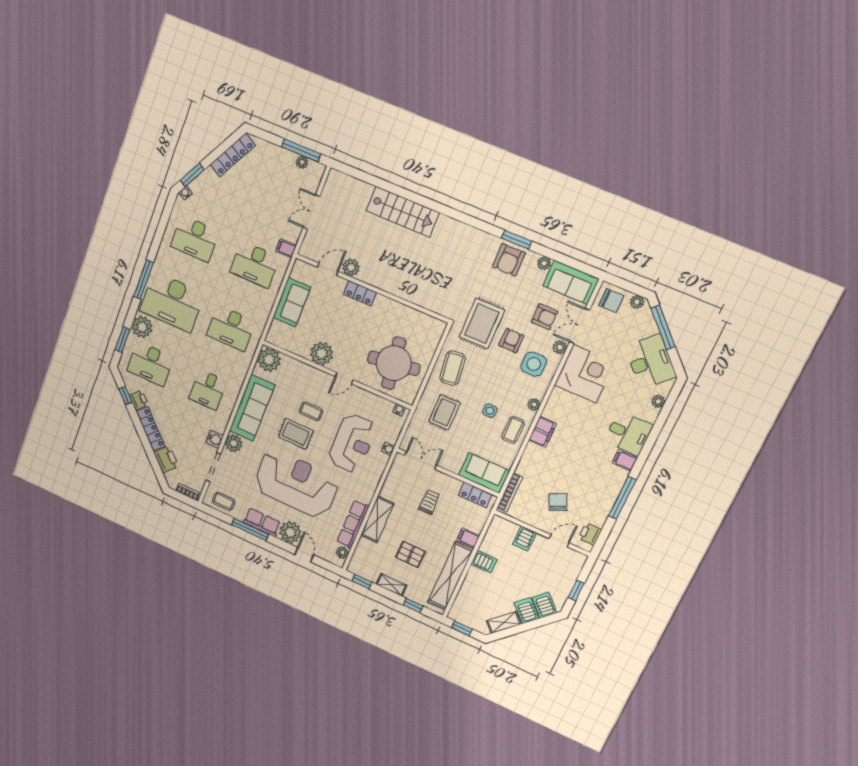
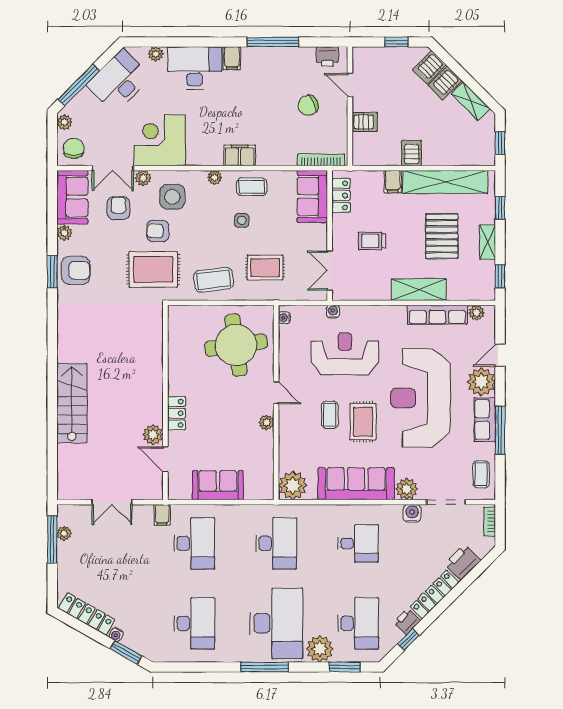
water cooler: (185, 193) -> (116, 635), moved
plant: (322, 354) -> (266, 422), width x0.53, depth x0.53
desk: (628, 433) -> (195, 68), width x1.37
pallet: (410, 554) -> (442, 236), width x1.50, depth x1.42

